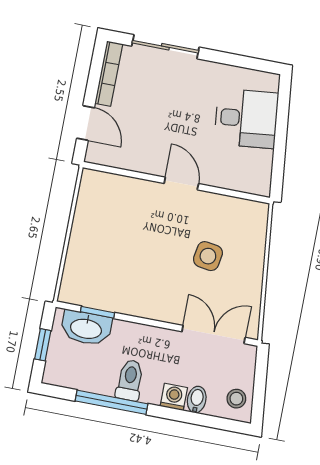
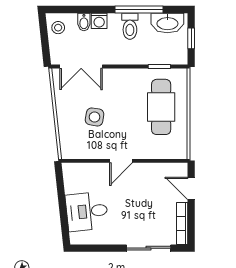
door: (181, 184) -> (121, 161), hinge flipped
cafe table: (107, 252) -> (161, 107), added
washbasin: (86, 328) -> (167, 23), moved, turned 180

